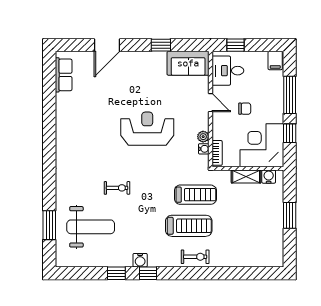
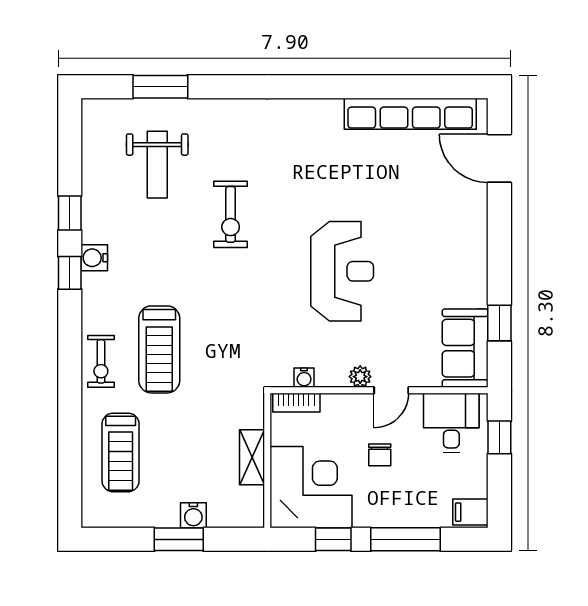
door: (107, 45) -> (499, 158), moved
window: (161, 45) -> (499, 323), moved
row of seats: (64, 75) -> (410, 114), width x2.02
plant: (203, 137) -> (360, 377), moved
water cooler: (269, 177) -> (193, 515), moved, turned 90
exercise bike: (117, 188) -> (231, 214), width x1.38, depth x1.39
treadmill: (195, 195) -> (121, 452), moved
weight bench: (91, 227) -> (157, 165), width x0.73, depth x0.75

